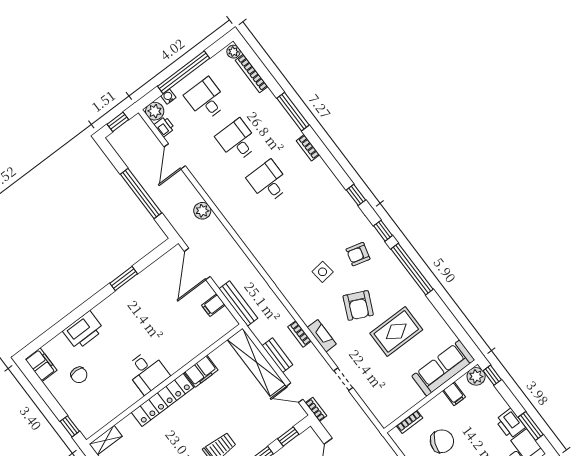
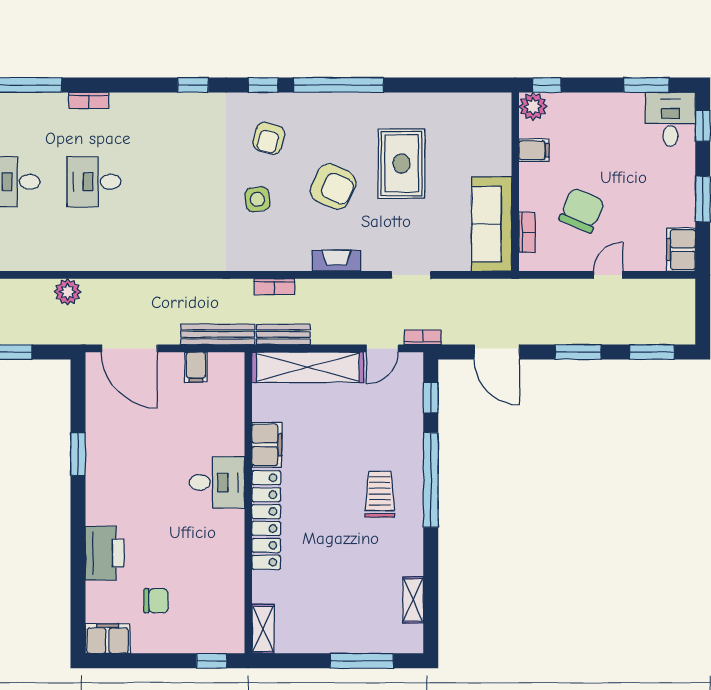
bookcase: (300, 334) -> (274, 287), moved
bench: (277, 355) -> (283, 334), moved
sofa: (443, 368) -> (492, 224), moved
desk: (147, 372) -> (217, 482), moved
printer: (510, 424) -> (624, 108), removed

